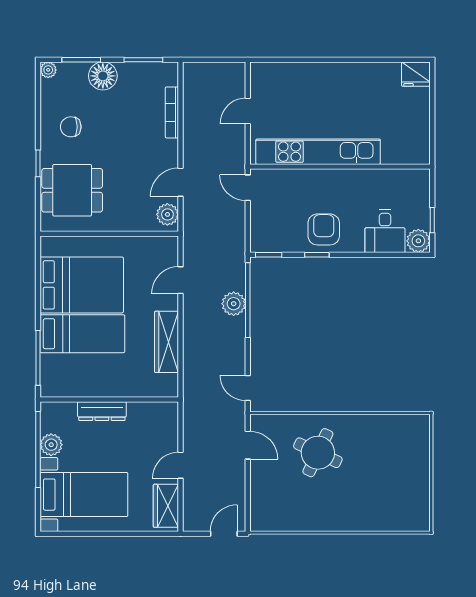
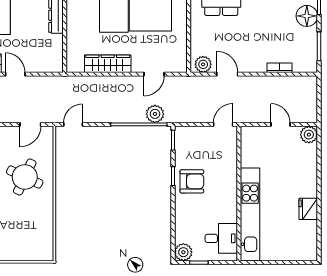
plant: (261, 73) -> (309, 135), added
fridge: (416, 74) -> (308, 209), moved
bookcase: (172, 112) -> (279, 68), width x0.64
kitchen unit: (318, 152) -> (250, 215), moved
desk: (385, 231) -> (221, 238), moved, turned 180
door: (181, 280) -> (154, 74), swing flipped
plant: (234, 304) -> (155, 114), moved

